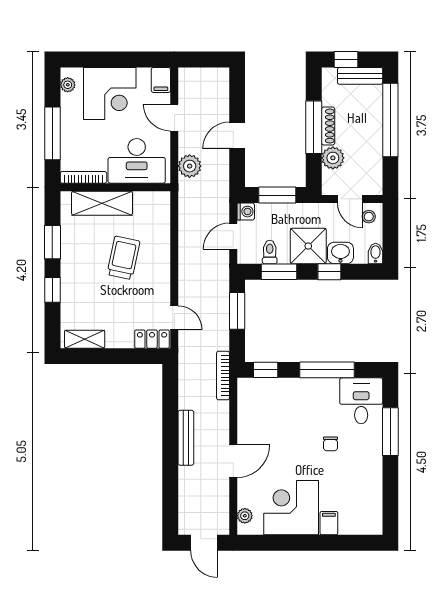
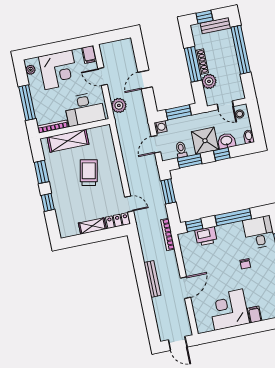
shelving: (85, 339) -> (92, 226), moved
printer: (280, 390) -> (206, 236), added
plant: (245, 516) -> (200, 321), removed

